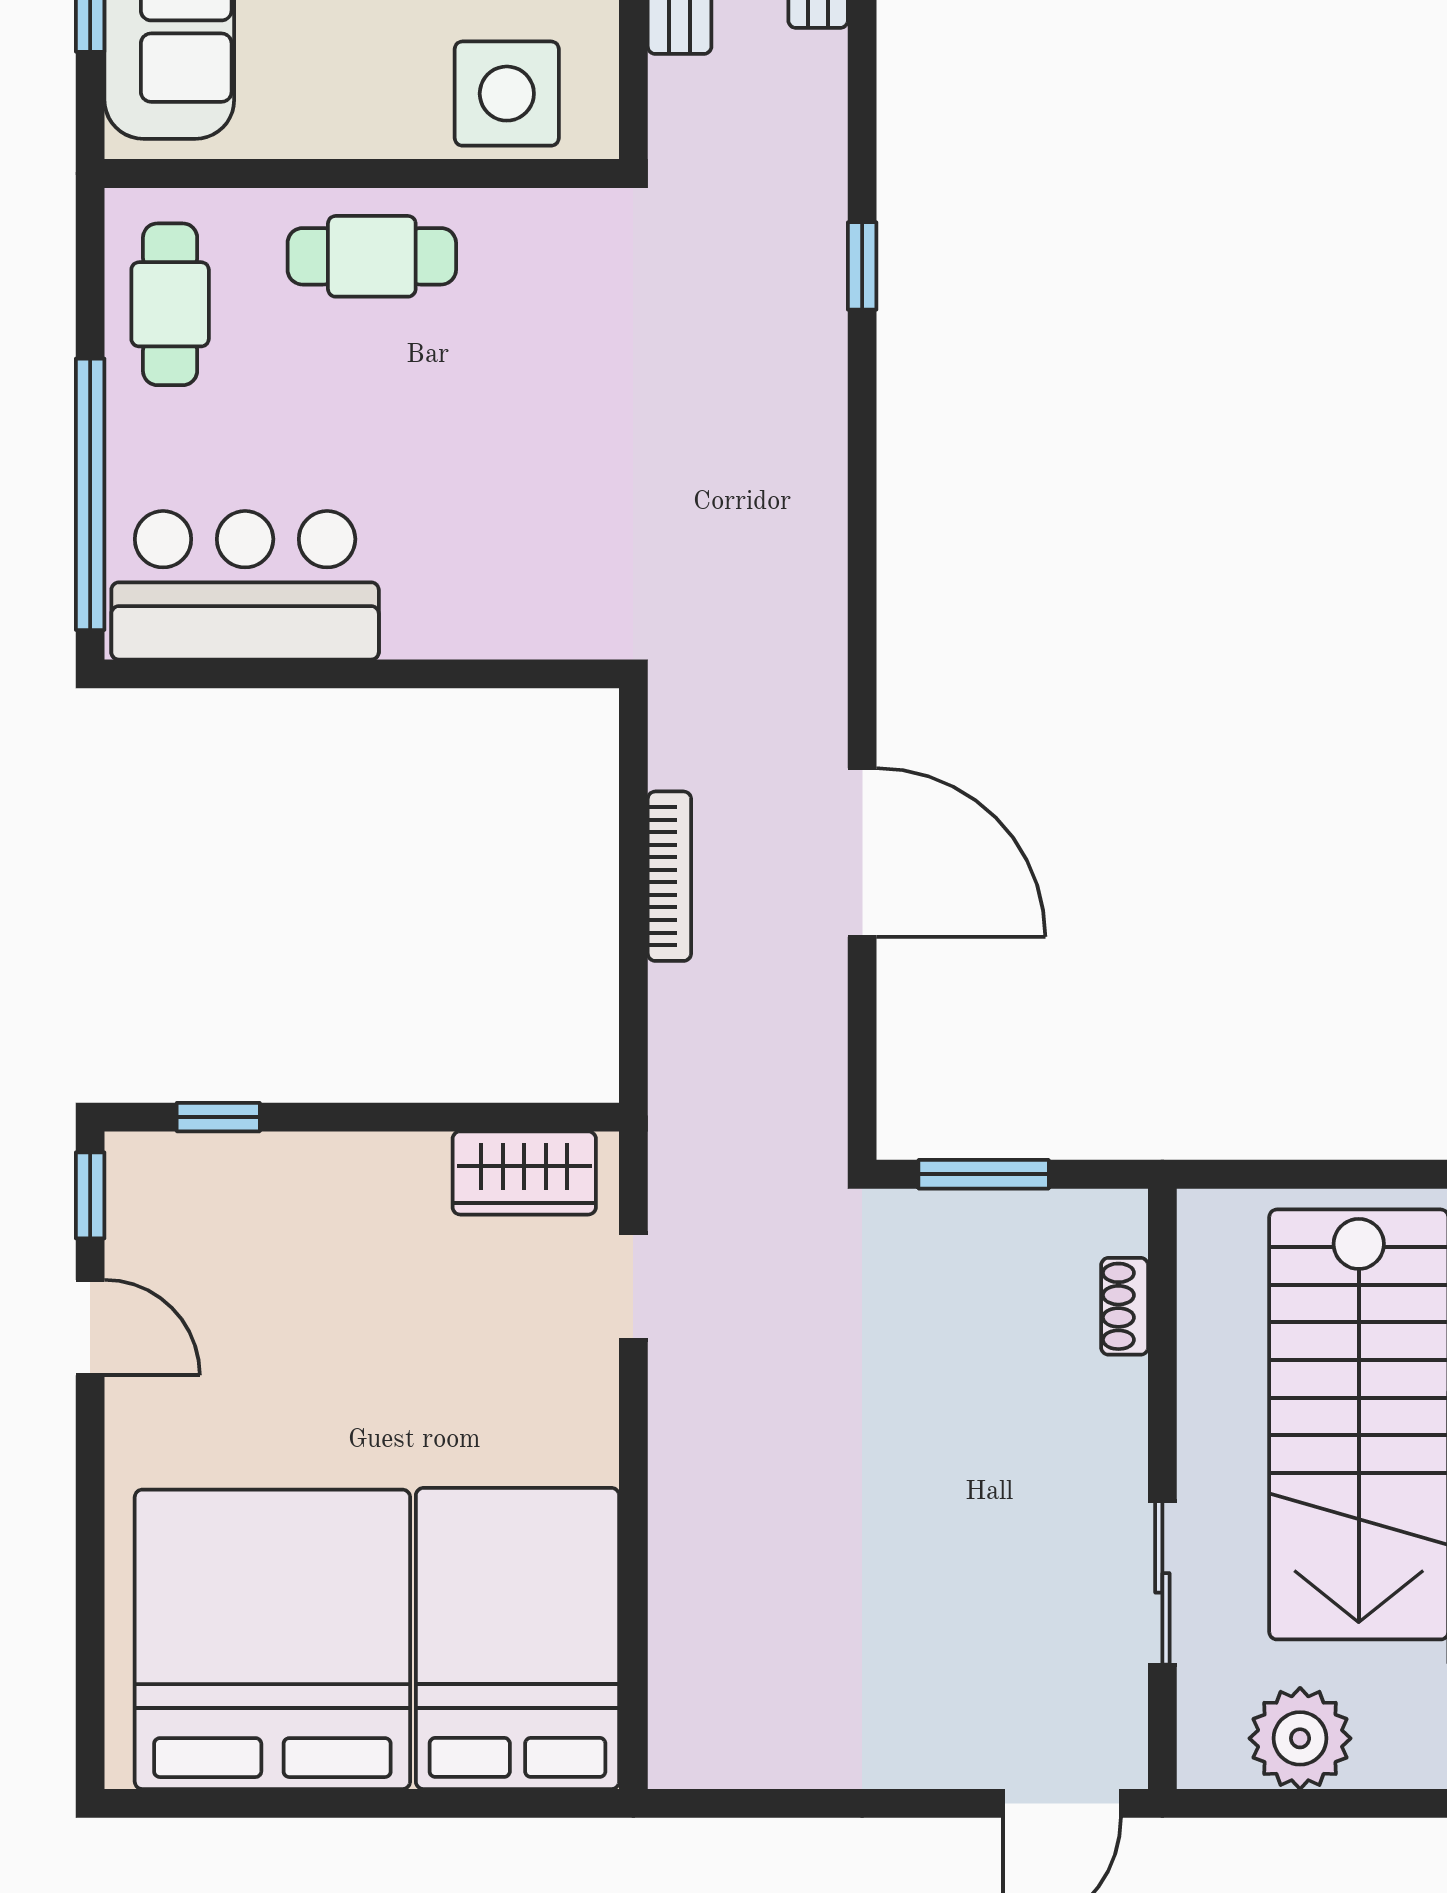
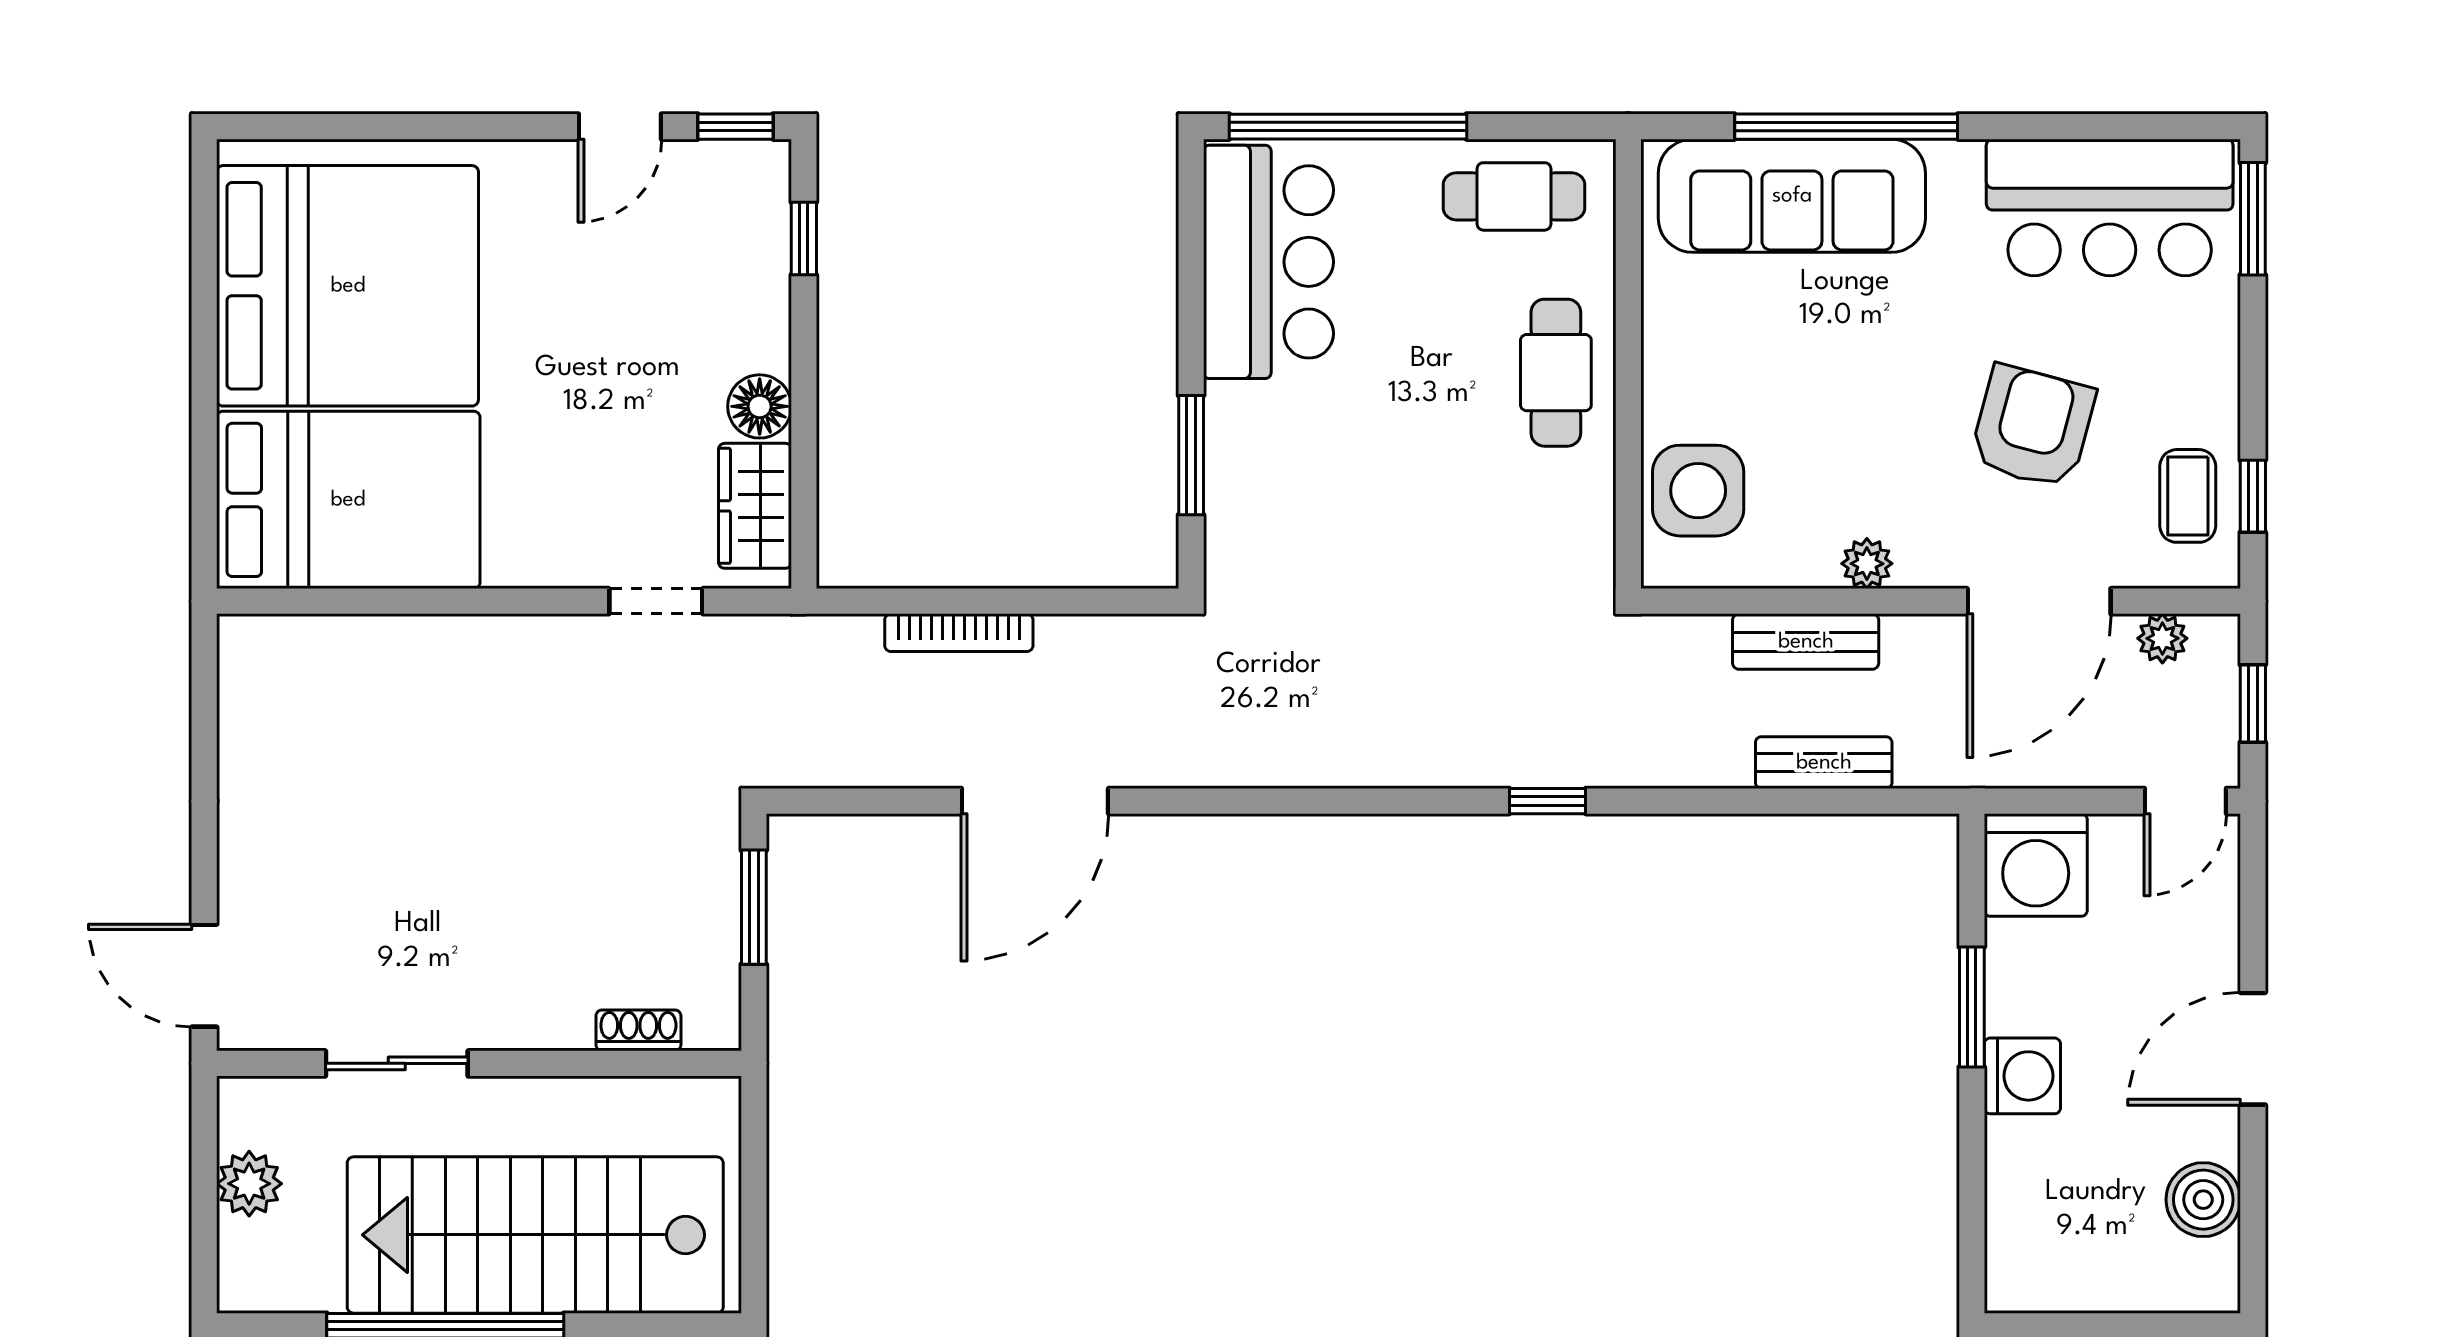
window: (466, 674) -> (1191, 455), added
bookcase: (669, 876) -> (959, 633), moved
floor lamp: (410, 1168) -> (760, 406), added
plant: (1300, 1738) -> (249, 1184), width x0.73, depth x0.73

